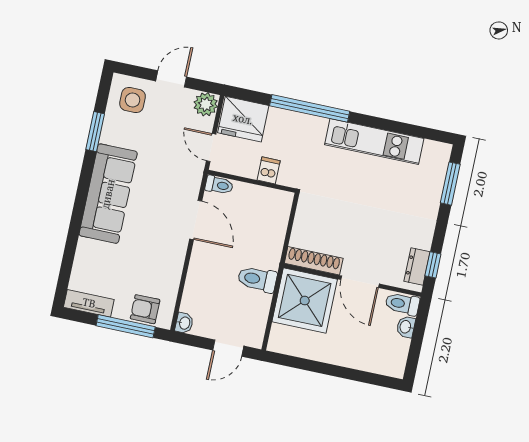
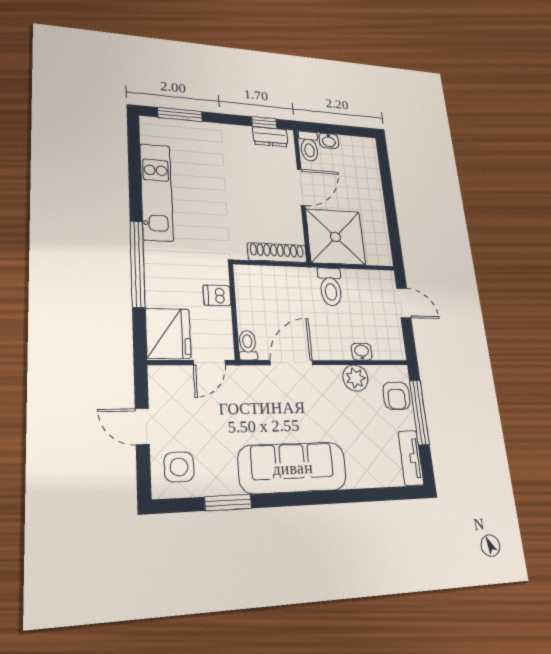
plant: (206, 104) -> (355, 378), moved
shoe rack: (314, 261) -> (277, 253), moved, turned 90
washbasin: (184, 323) -> (362, 352), moved

